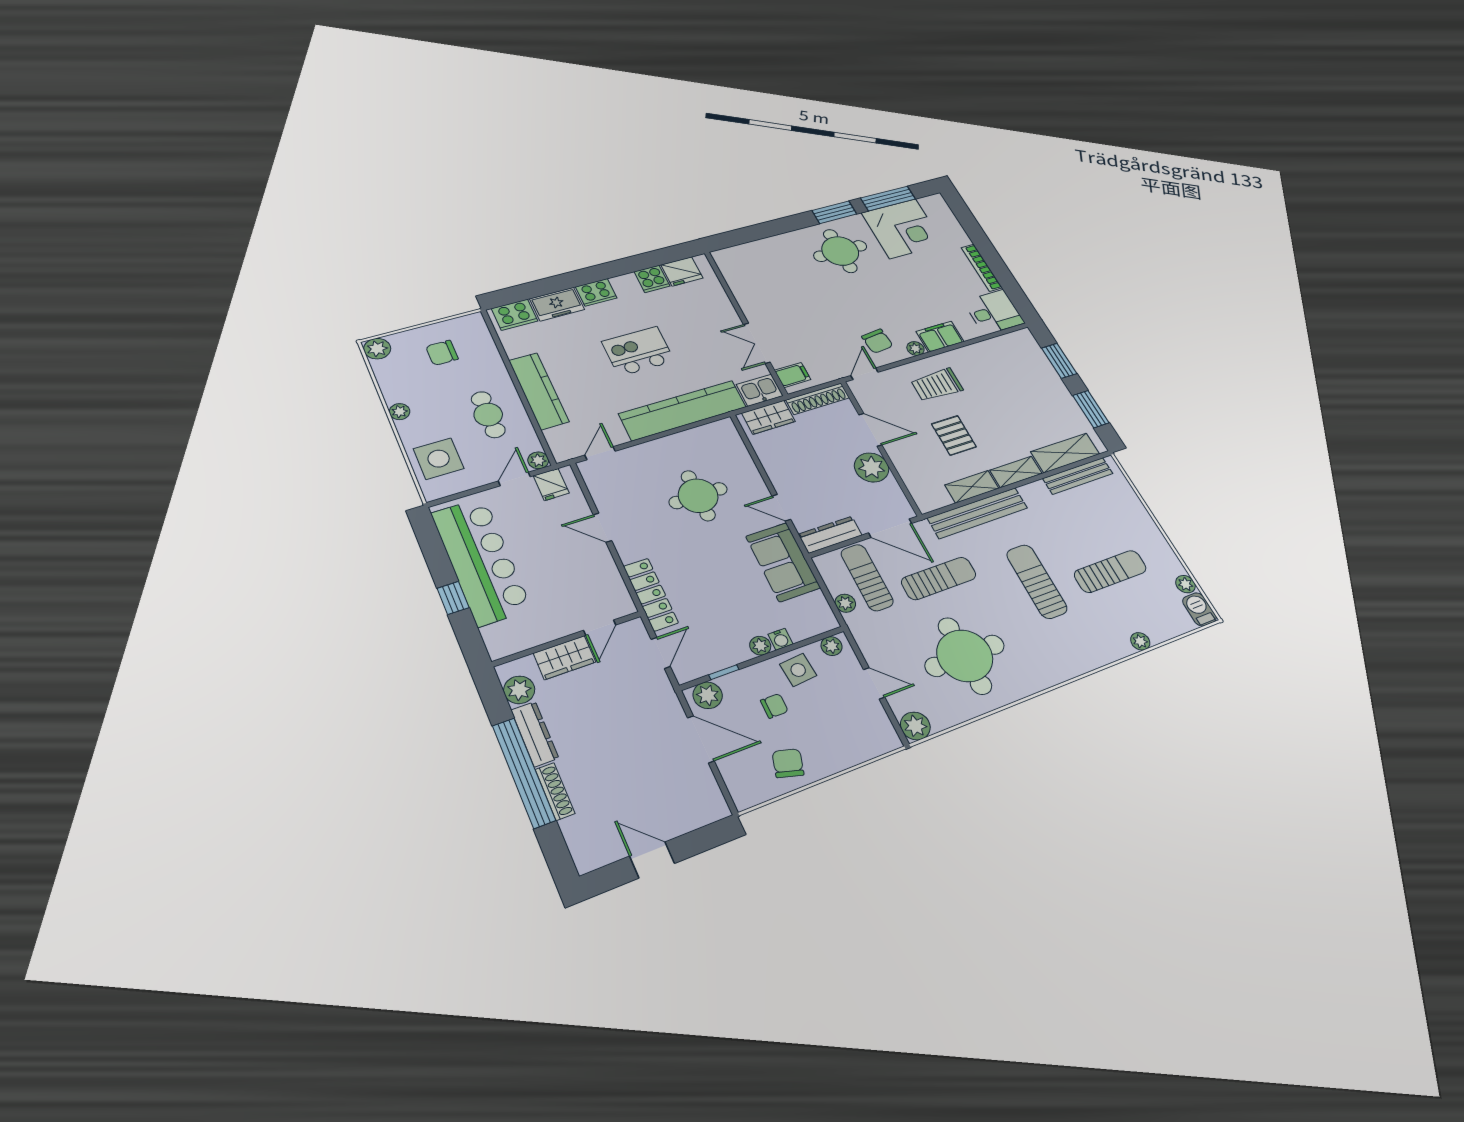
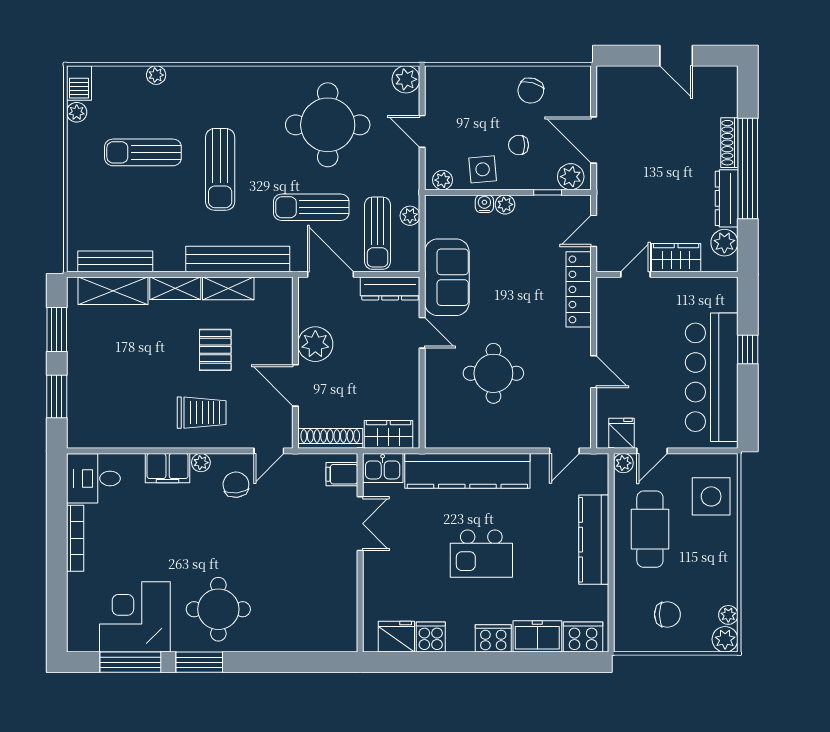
plant: (400, 412) -> (728, 615), moved
cafe table: (488, 415) -> (650, 529), width x1.37, depth x1.35

